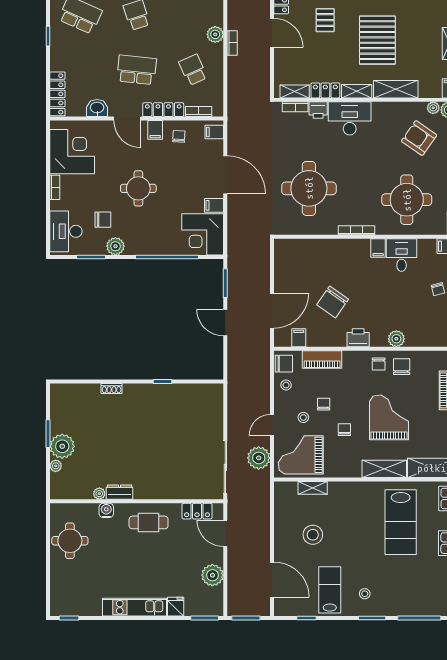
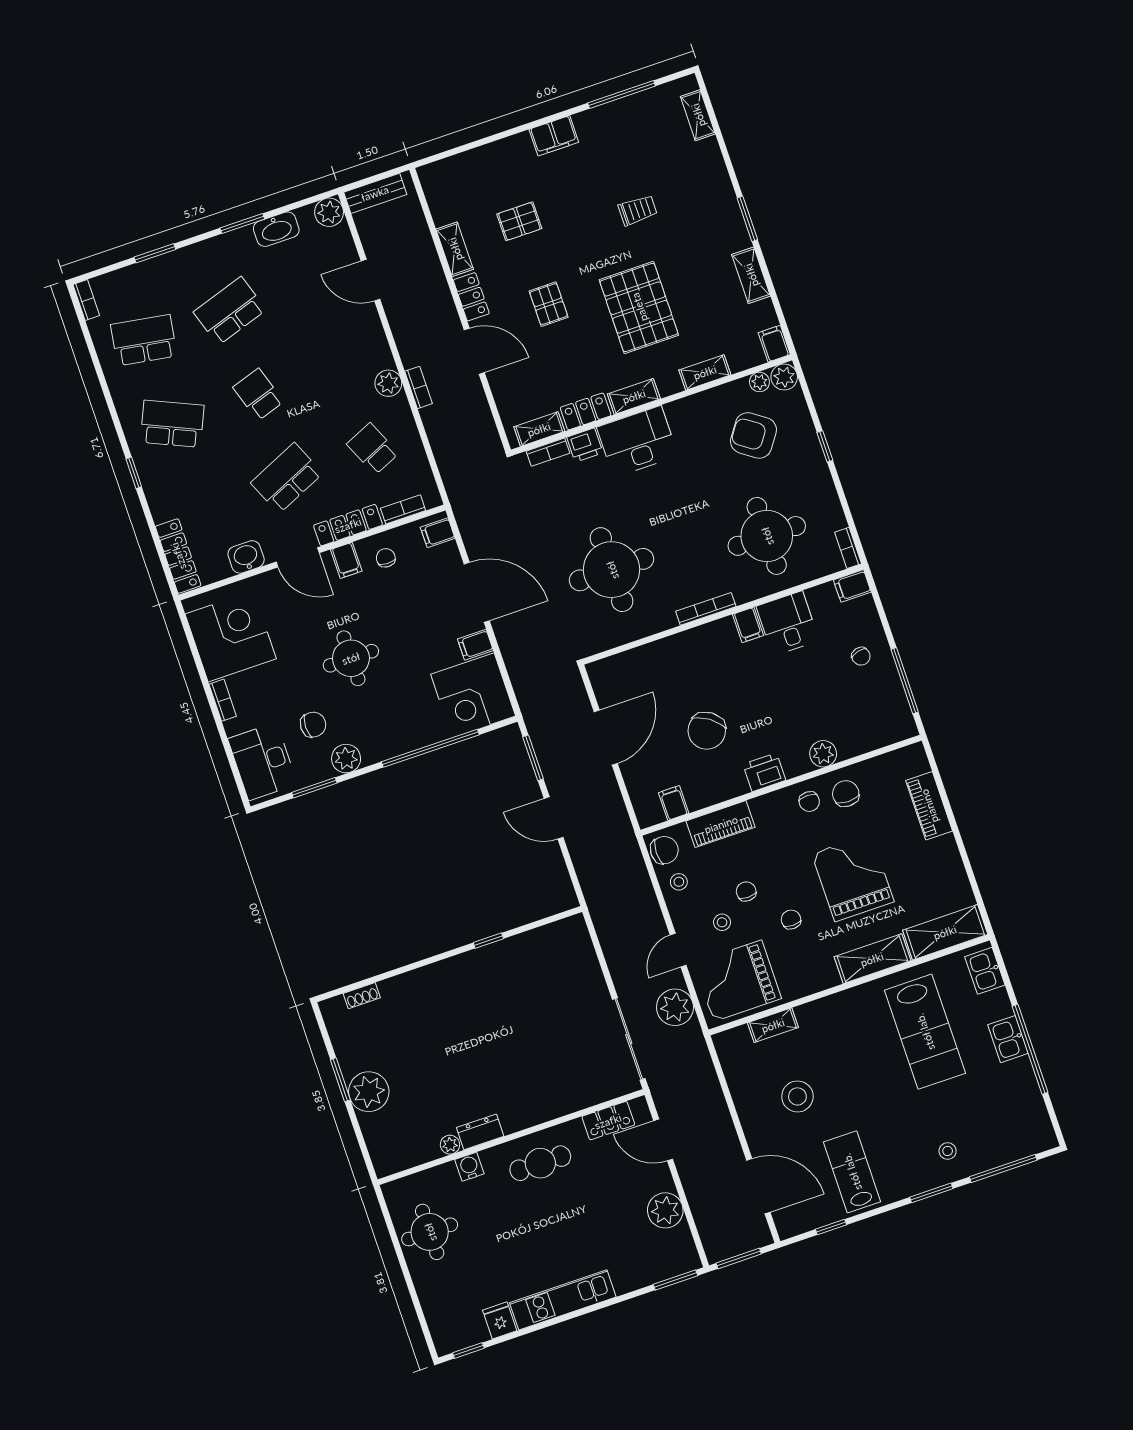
school desk: (137, 70) -> (287, 478), turned -30
shelving: (396, 89) -> (705, 372), width x0.67, depth x0.75
door: (272, 311) -> (606, 738), moved
shoe rack: (112, 388) -> (362, 996), moved
plant: (56, 466) -> (369, 1125), removed
stool: (365, 594) -> (948, 1151), moved
fridge: (176, 607) -> (500, 1320), moved

